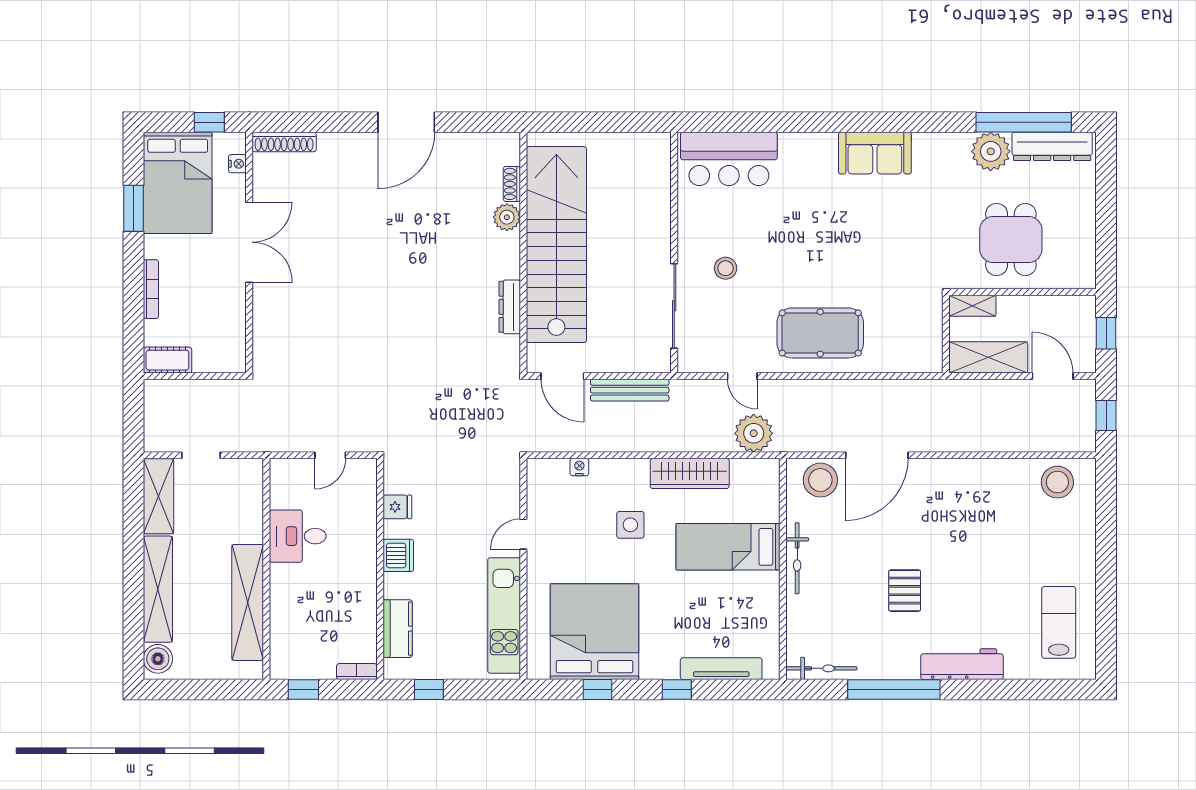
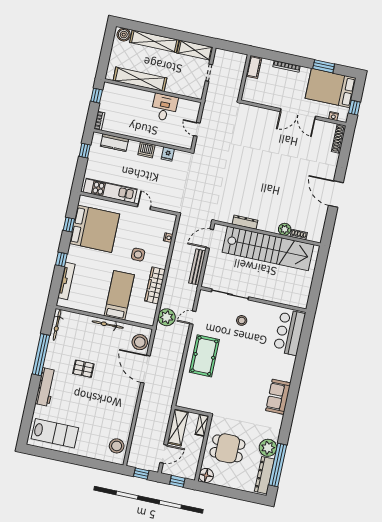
floor lamp: (1080, 273) -> (206, 475), added
lab bench: (1059, 622) -> (55, 433), width x1.36, depth x1.39

